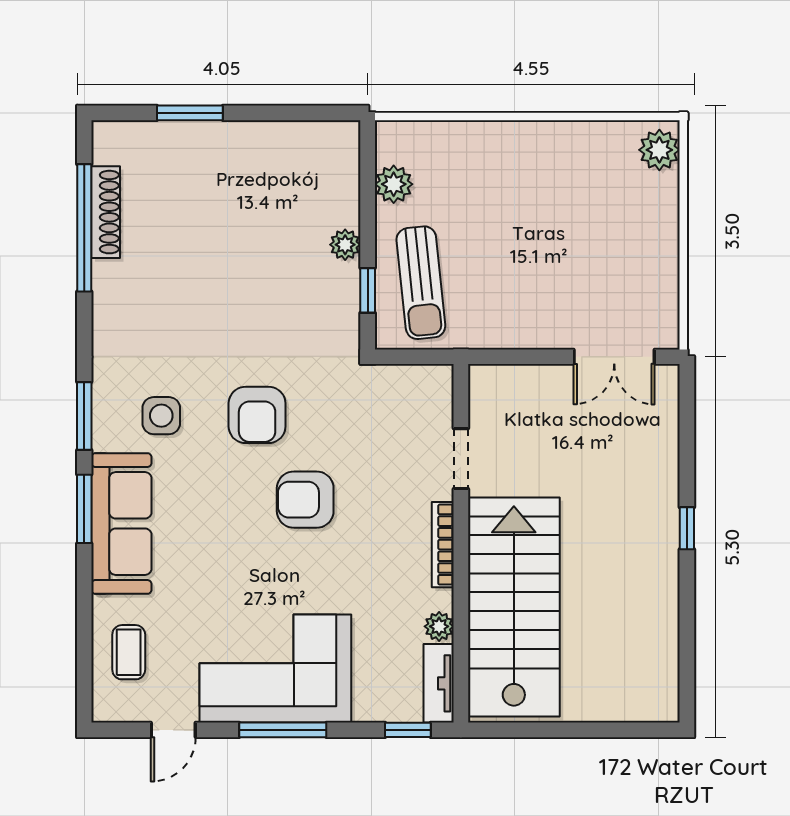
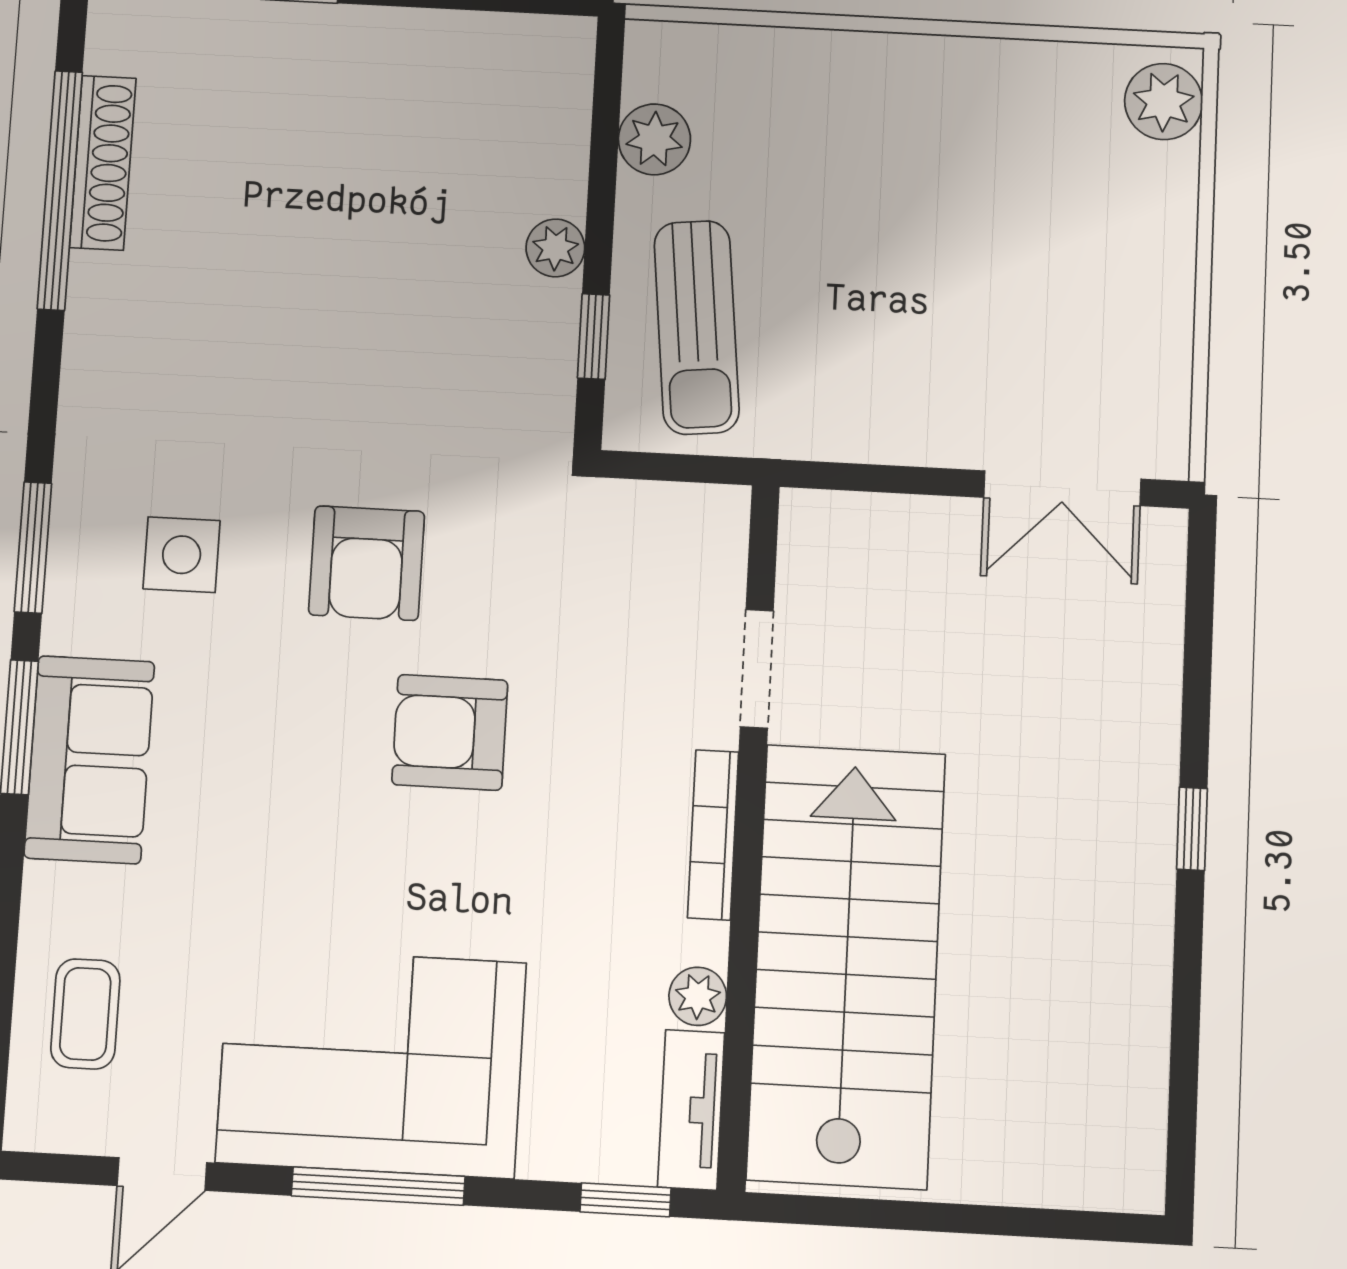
sofa: (121, 524) -> (89, 760), width x0.73

